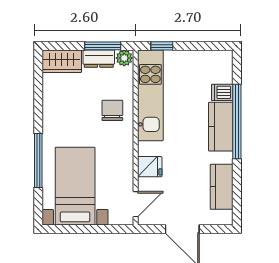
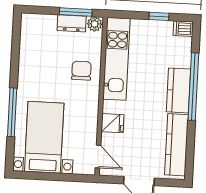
window: (162, 46) -> (159, 16), moved
wardrobe: (62, 61) -> (38, 24), removed
dishwasher: (222, 92) -> (183, 29), moved
kitchen counter: (222, 187) -> (176, 145), width x1.50
door: (136, 204) -> (98, 156), hinge flipped

